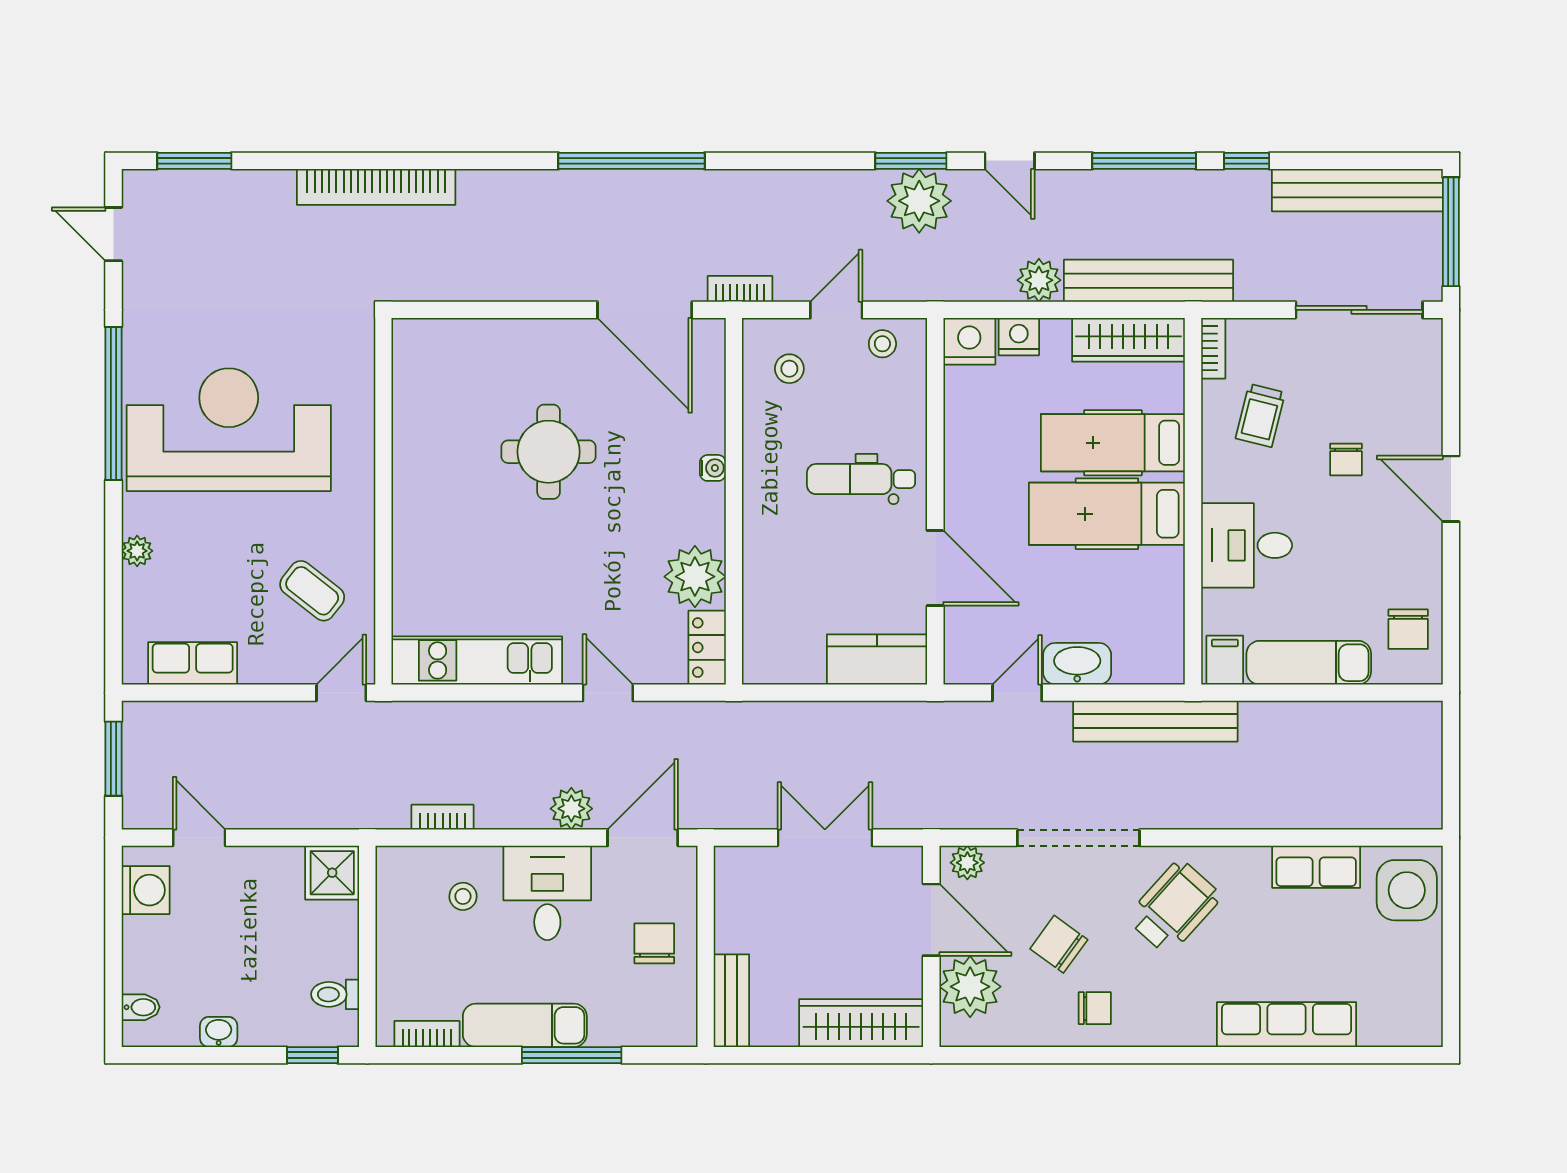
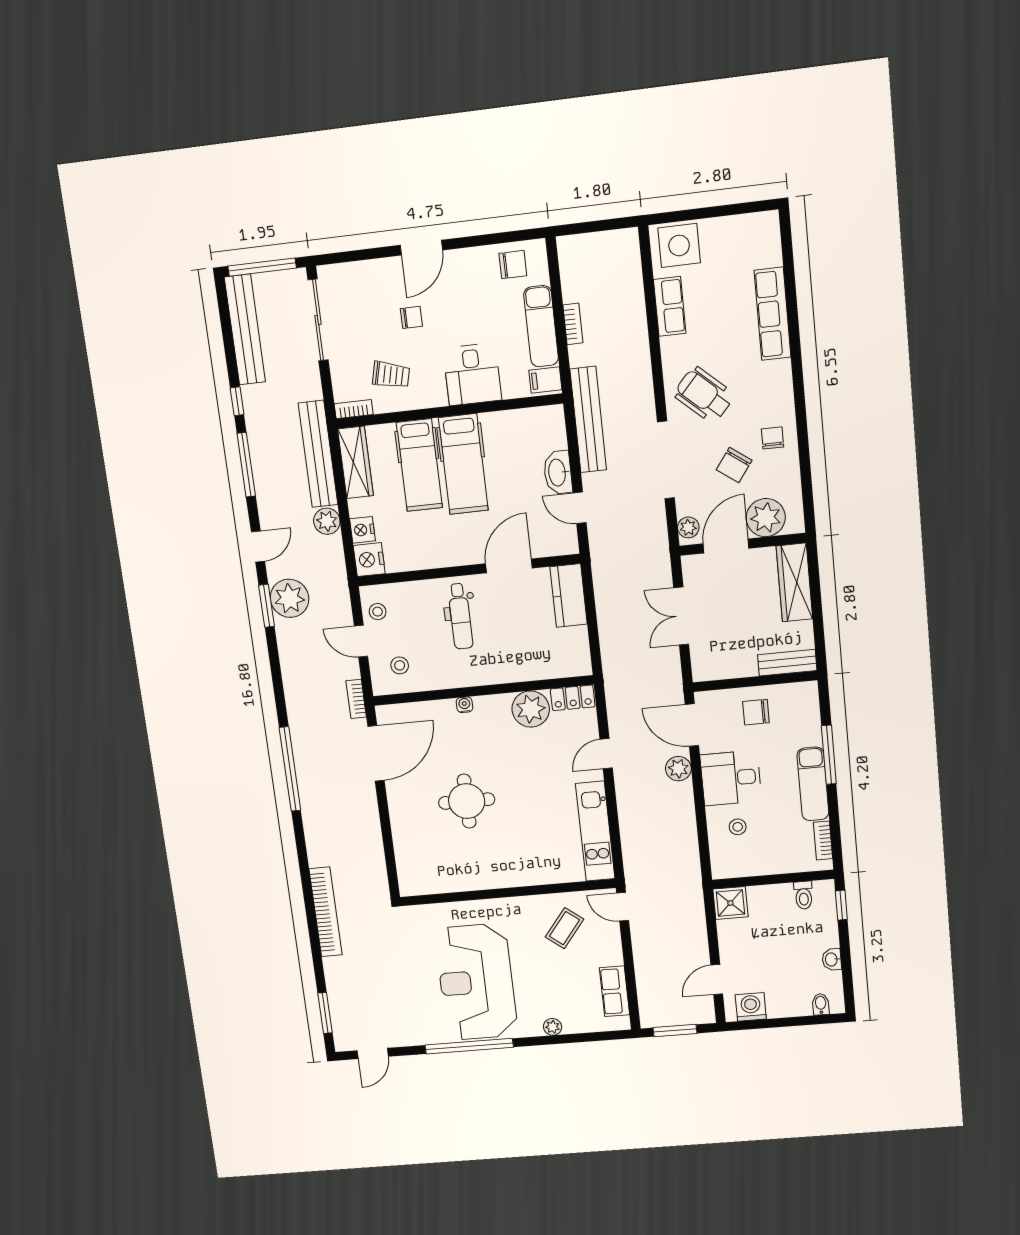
bookcase: (443, 817) -> (573, 324), moved, turned 180

